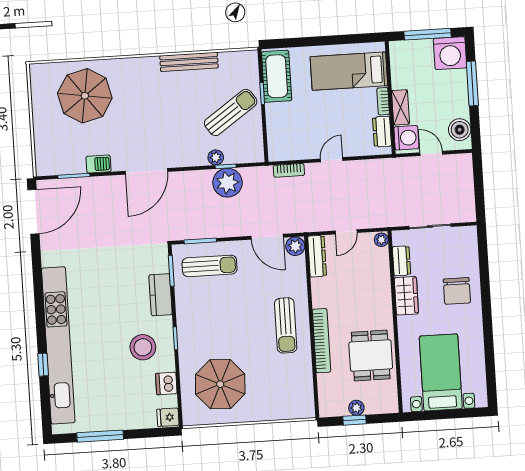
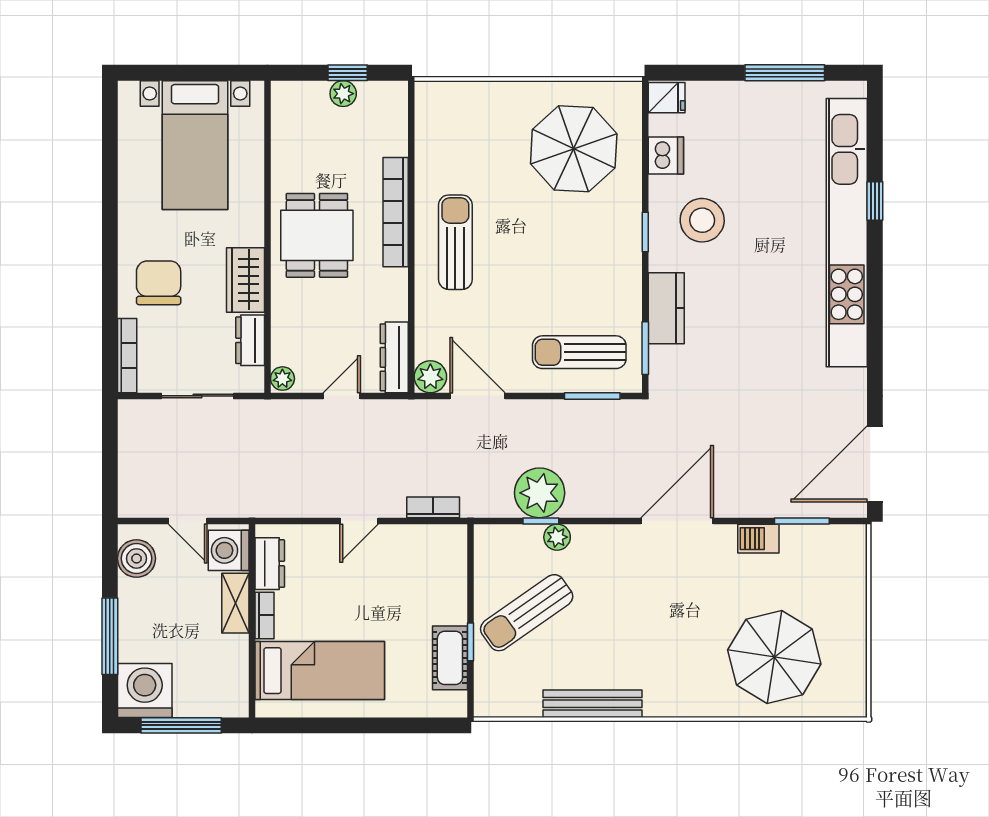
cot: (277, 76) -> (450, 658), width x0.73, depth x0.75
bookcase: (473, 247) -> (127, 356), added
dining table: (371, 355) -> (317, 235), moved

